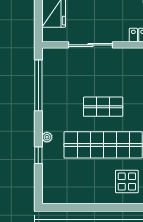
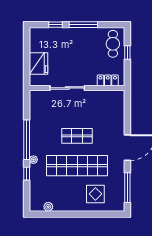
window: (38, 85) -> (27, 140), moved
plant: (66, 198) -> (48, 207), added

